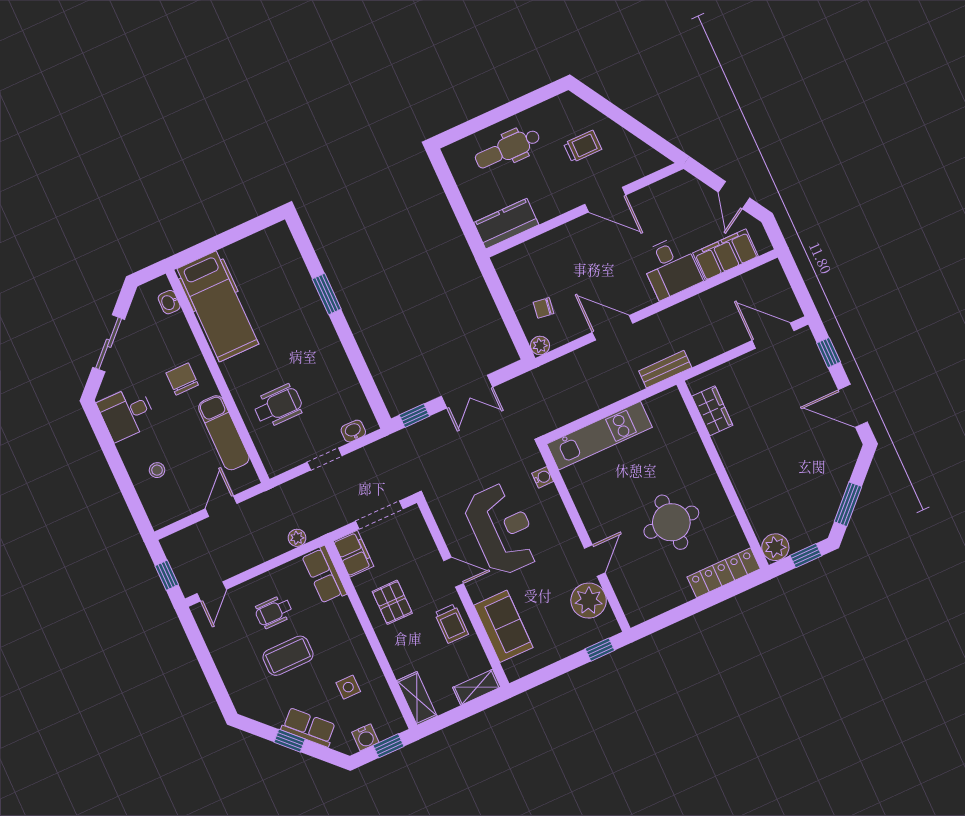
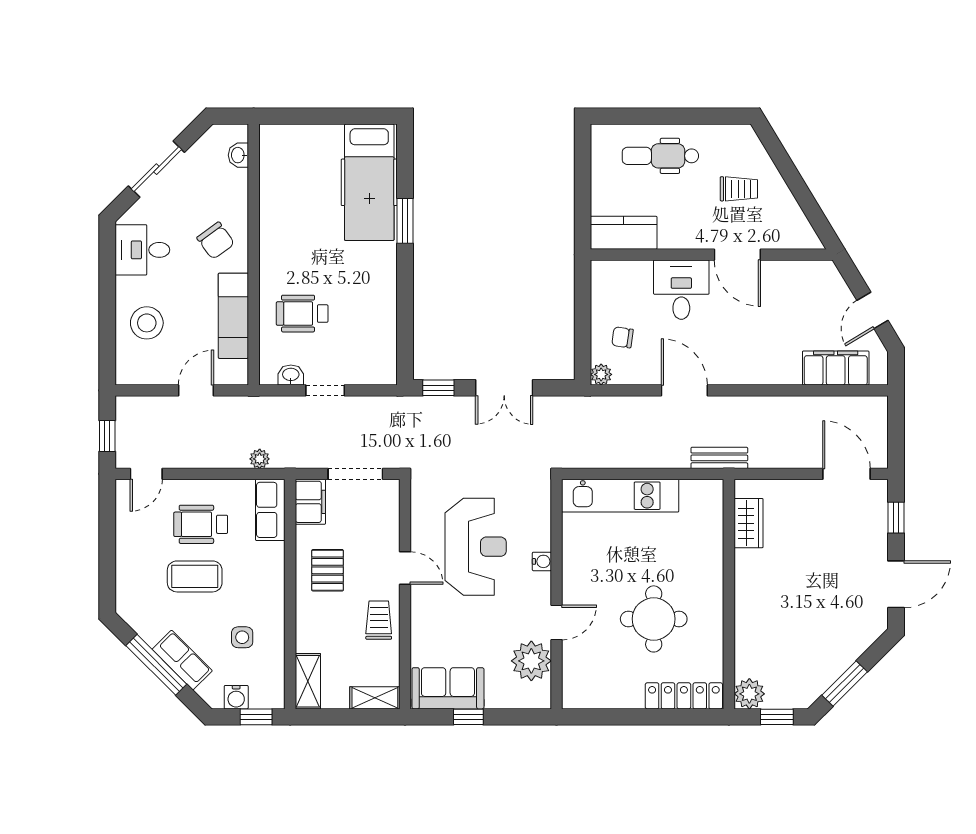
desk: (671, 267) -> (681, 290), moved, turned 180
hospital bed: (218, 306) -> (369, 182), moved
chair: (182, 379) -> (216, 241), turned 144
wheelchair: (278, 406) -> (302, 314), turned 180
door: (853, 406) -> (896, 584), swing flipped
washbasin: (353, 431) -> (291, 375), moved
stool: (157, 470) -> (147, 323), width x1.89, depth x1.89
water cooler: (543, 477) -> (542, 561), moved
wheelchair: (274, 612) -> (201, 524), width x1.36, depth x1.37
trolley: (451, 623) -> (379, 620), turned 180
sofa: (503, 626) -> (448, 688), moved, turned -90
window: (600, 650) -> (468, 717), moved
window: (290, 741) -> (156, 665), width x2.17

